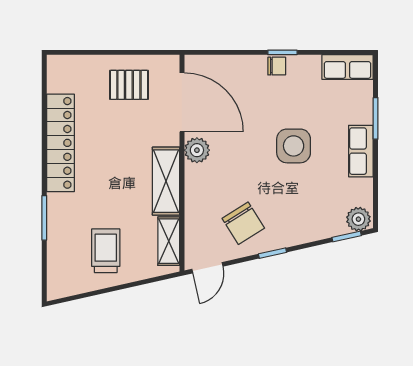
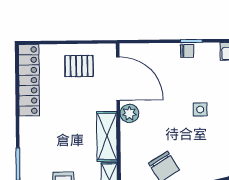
locker: (60, 143) -> (29, 80), moved
side table: (294, 146) -> (200, 110), width x0.54, depth x0.54

